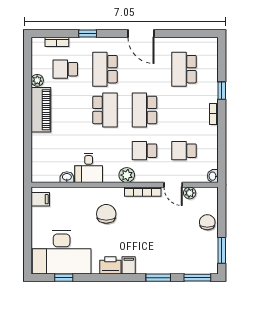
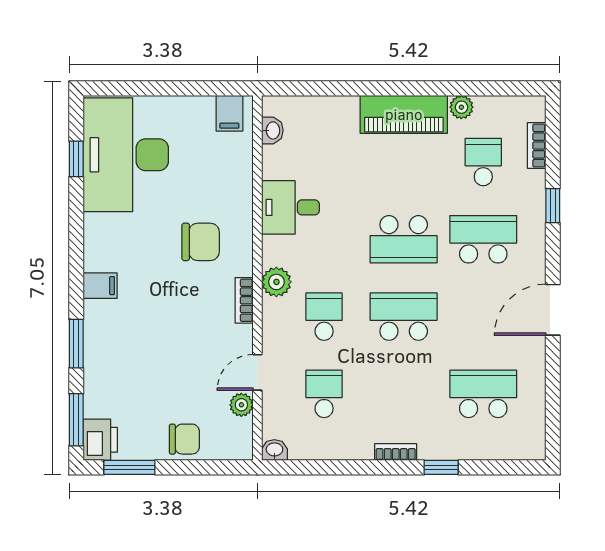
washbasin: (67, 177) -> (272, 130), moved
bookcase: (143, 192) -> (244, 300), width x0.64
printer: (110, 265) -> (100, 440), moved

